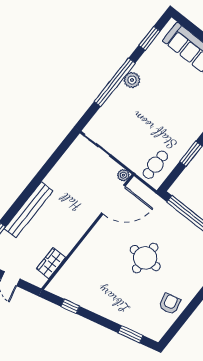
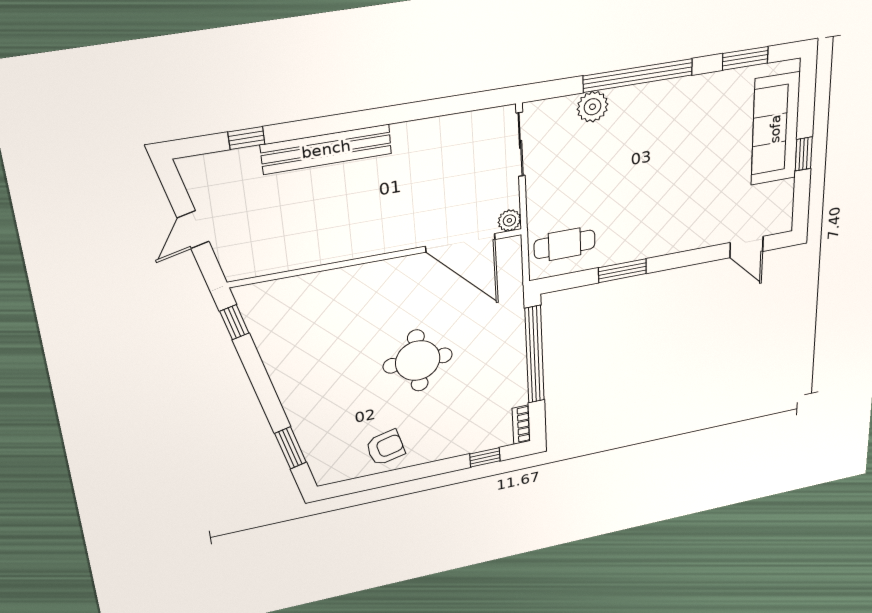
plant: (132, 80) -> (593, 107), moved
wardrobe: (51, 263) -> (279, 258), removed
window: (70, 306) -> (234, 322), moved

